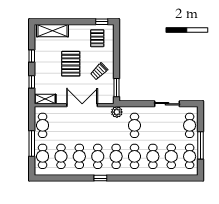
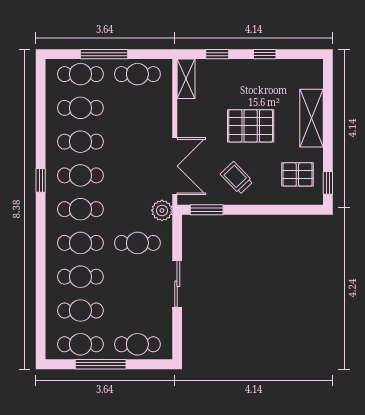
shelving: (53, 31) -> (311, 118), moved
sliding door: (167, 104) -> (177, 284), moved
double door: (82, 105) -> (175, 166), moved

